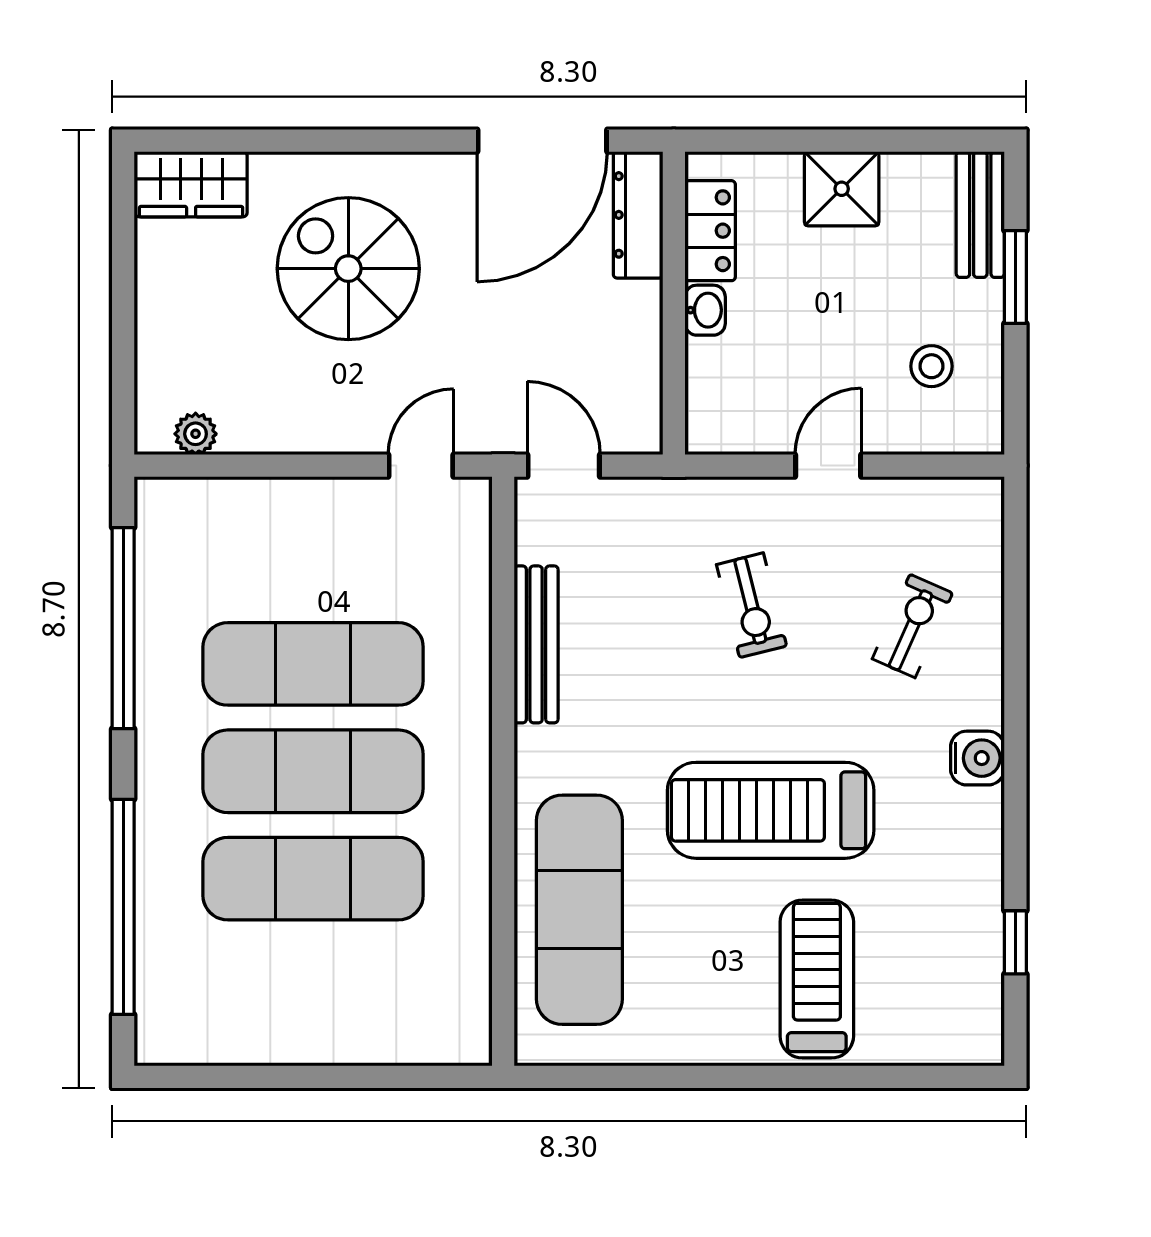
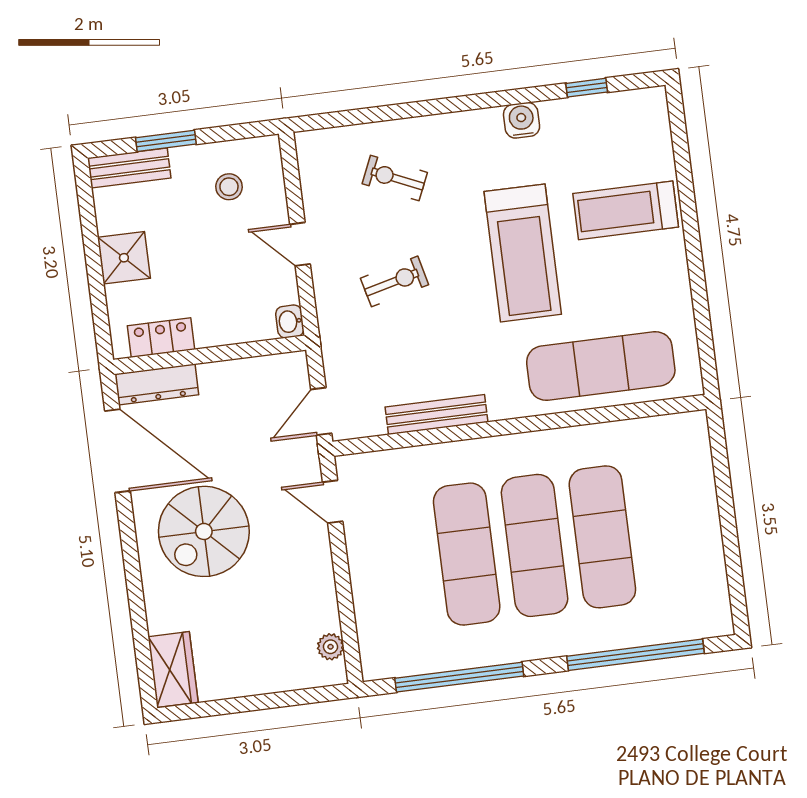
spiral stairs: (348, 269) -> (204, 531), moved
washbasin: (705, 310) -> (290, 321), moved, turned -90
water cooler: (977, 758) -> (522, 120), moved

